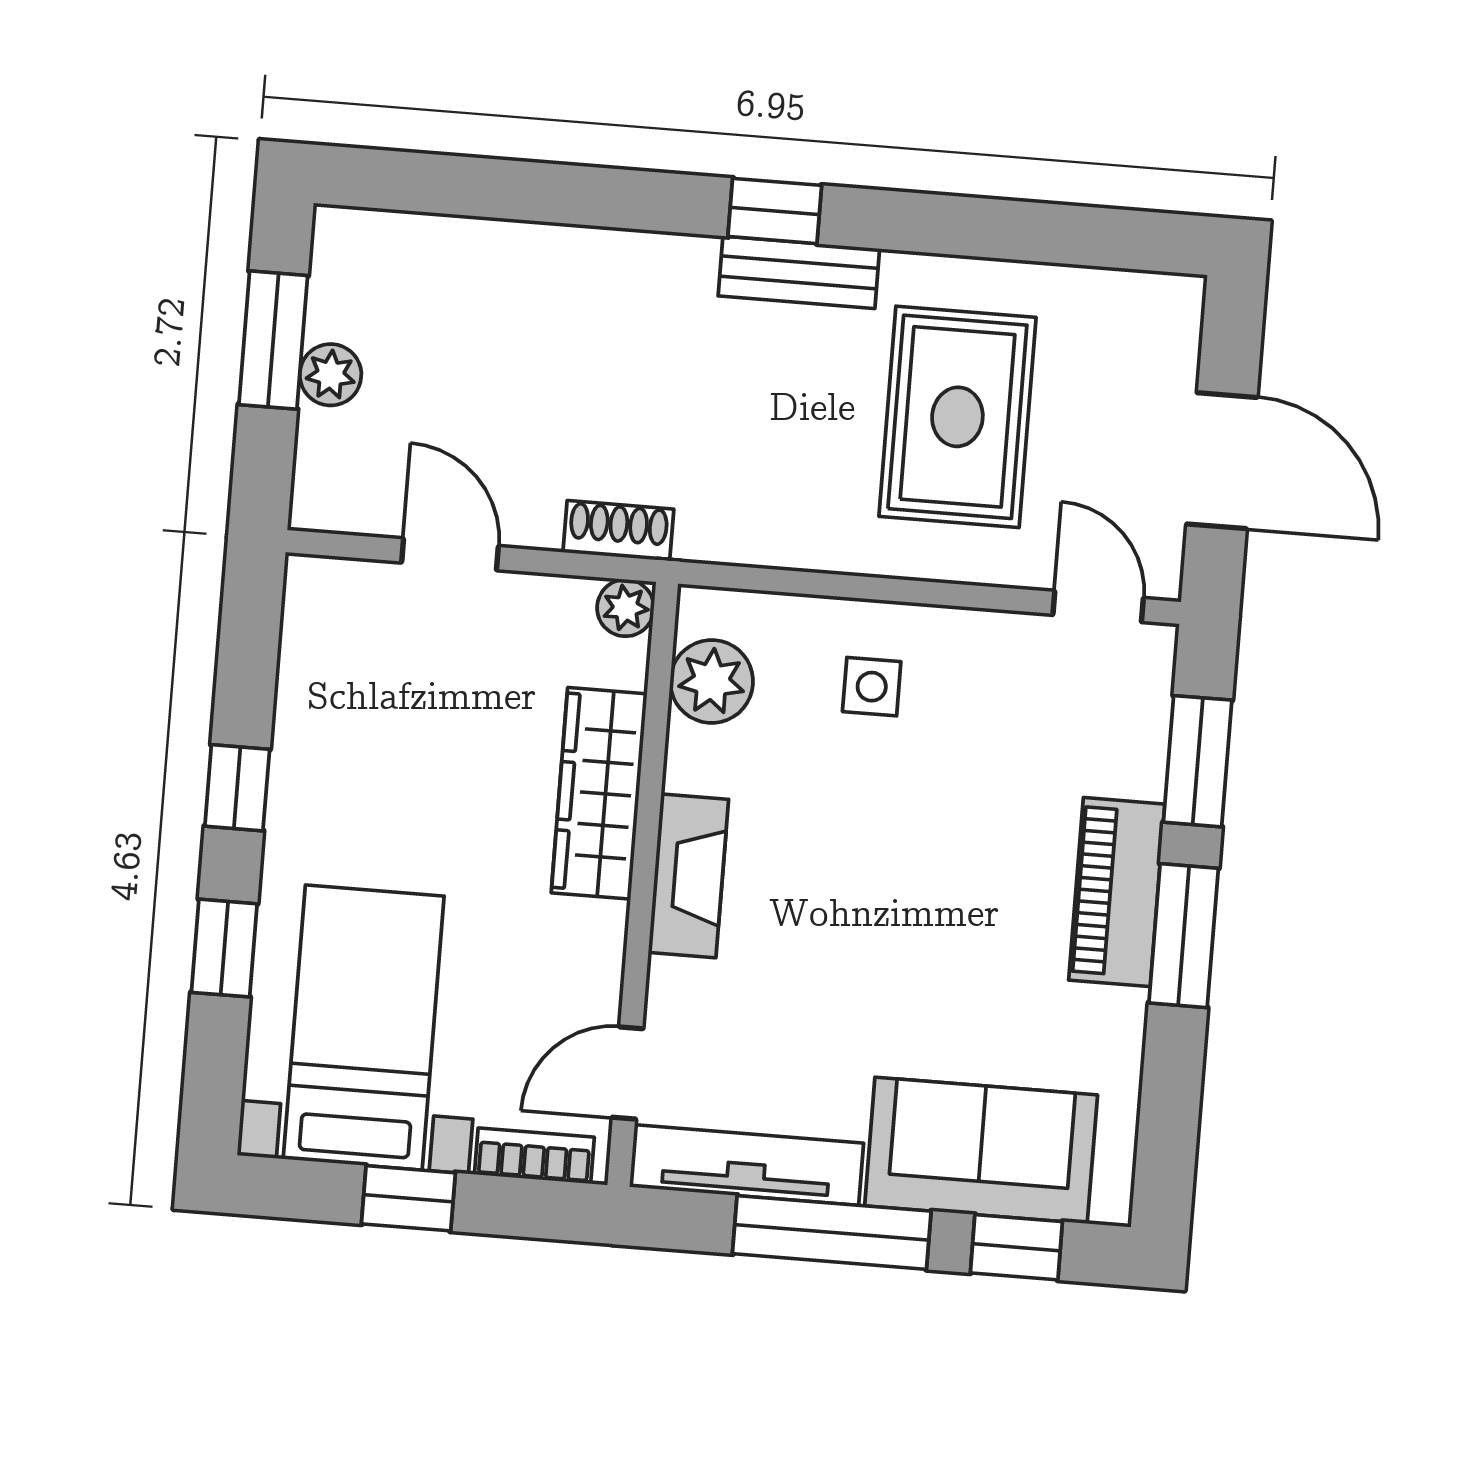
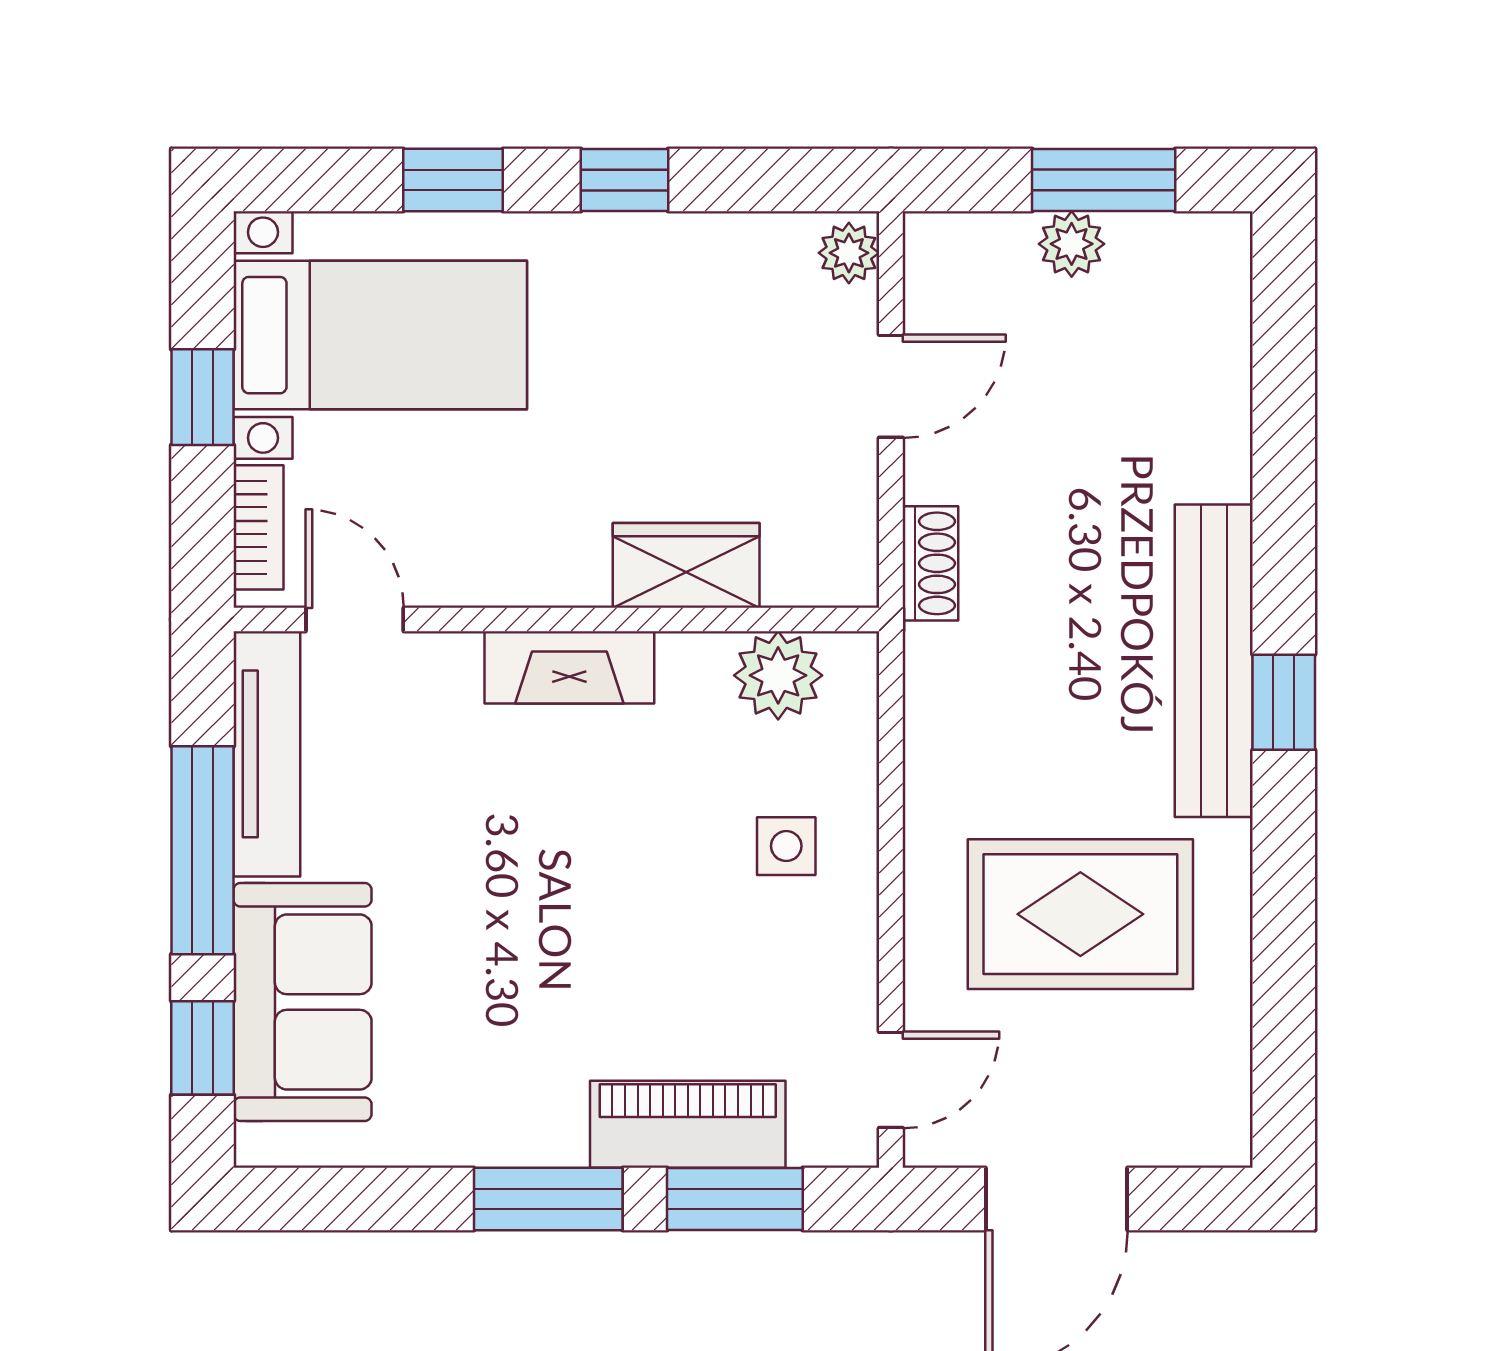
bench: (799, 272) -> (1214, 661), width x1.86, depth x1.21
plant: (625, 608) -> (849, 253), moved
wardrobe: (599, 793) -> (686, 565), width x0.67
piano: (1117, 892) -> (688, 1124), moved

